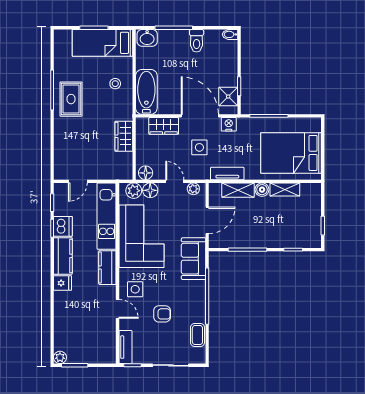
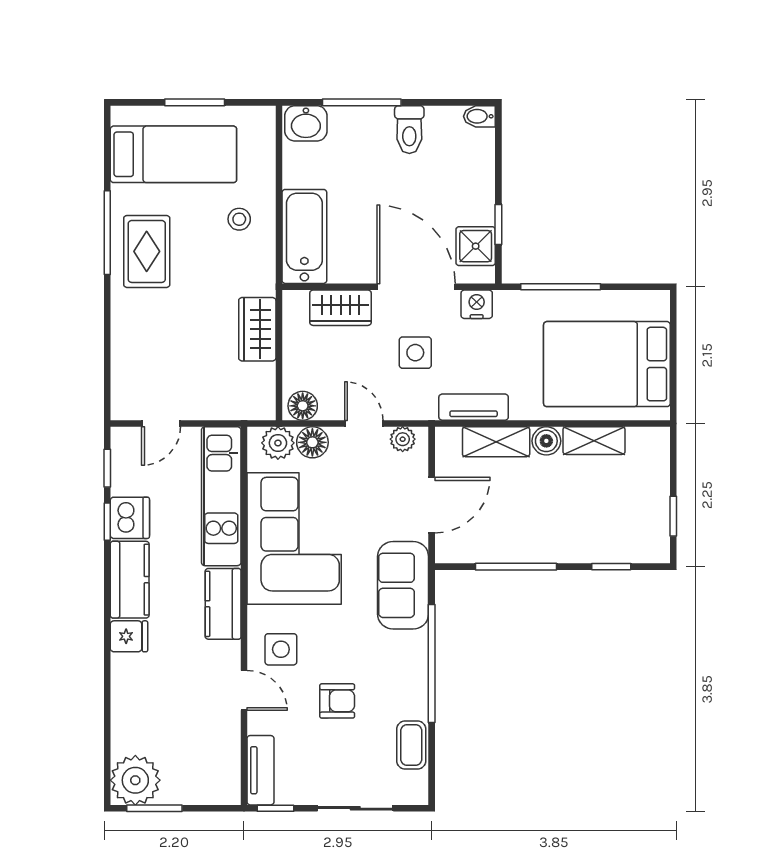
bed: (103, 43) -> (173, 154), moved, turned 180
plant: (60, 357) -> (135, 780), width x1.88, depth x1.88

